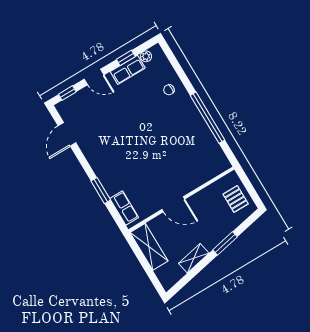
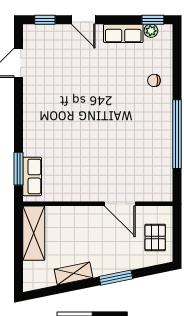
window: (126, 58) -> (153, 20), moved
window: (101, 191) -> (19, 169), moved
door: (173, 204) -> (120, 204), moved

